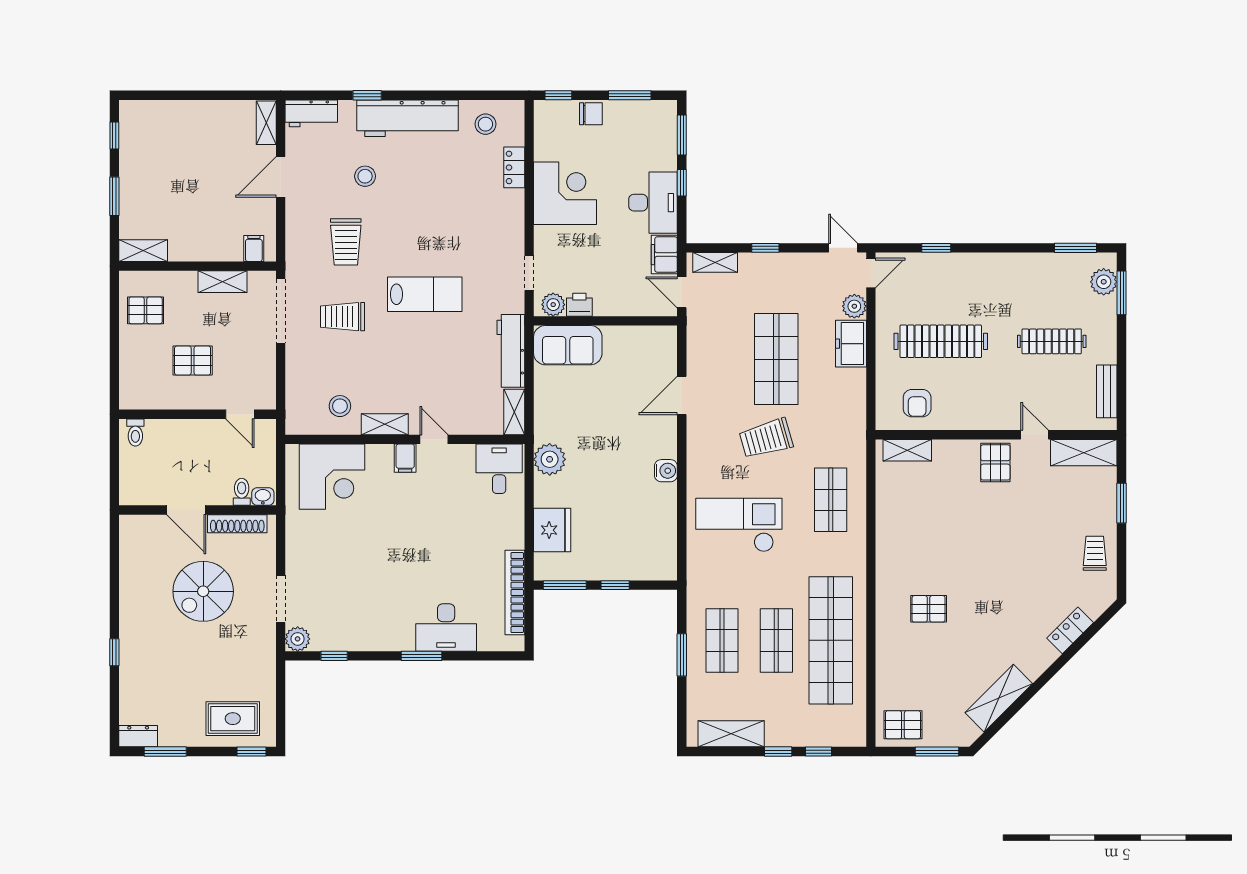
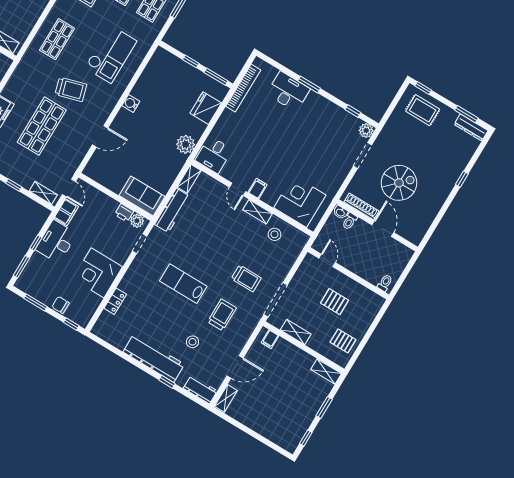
stool: (485, 124) -> (116, 332), removed
lab bench: (425, 294) -> (183, 284), moved
checkout: (739, 525) -> (111, 54), turned -90
dresser: (138, 736) -> (471, 127), width x1.44

